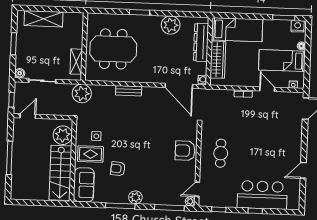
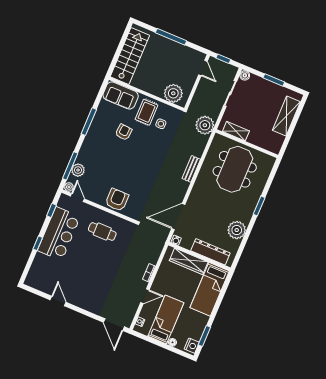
stairs: (60, 173) -> (130, 56), moved, turned 90
bar counter: (262, 195) -> (59, 234), moved
plant: (135, 197) -> (78, 170), moved

